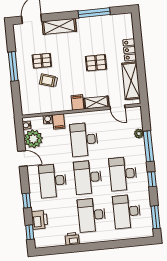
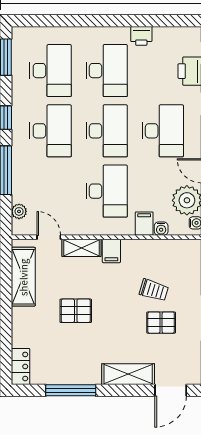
locker: (130, 50) -> (21, 366), moved
plant: (139, 134) -> (19, 211), moved

